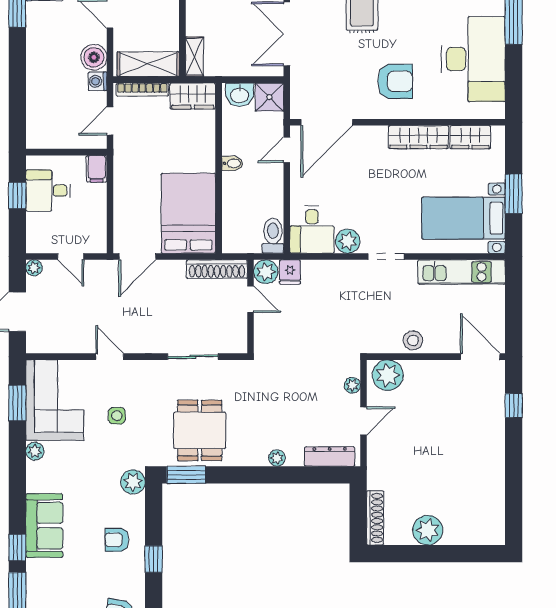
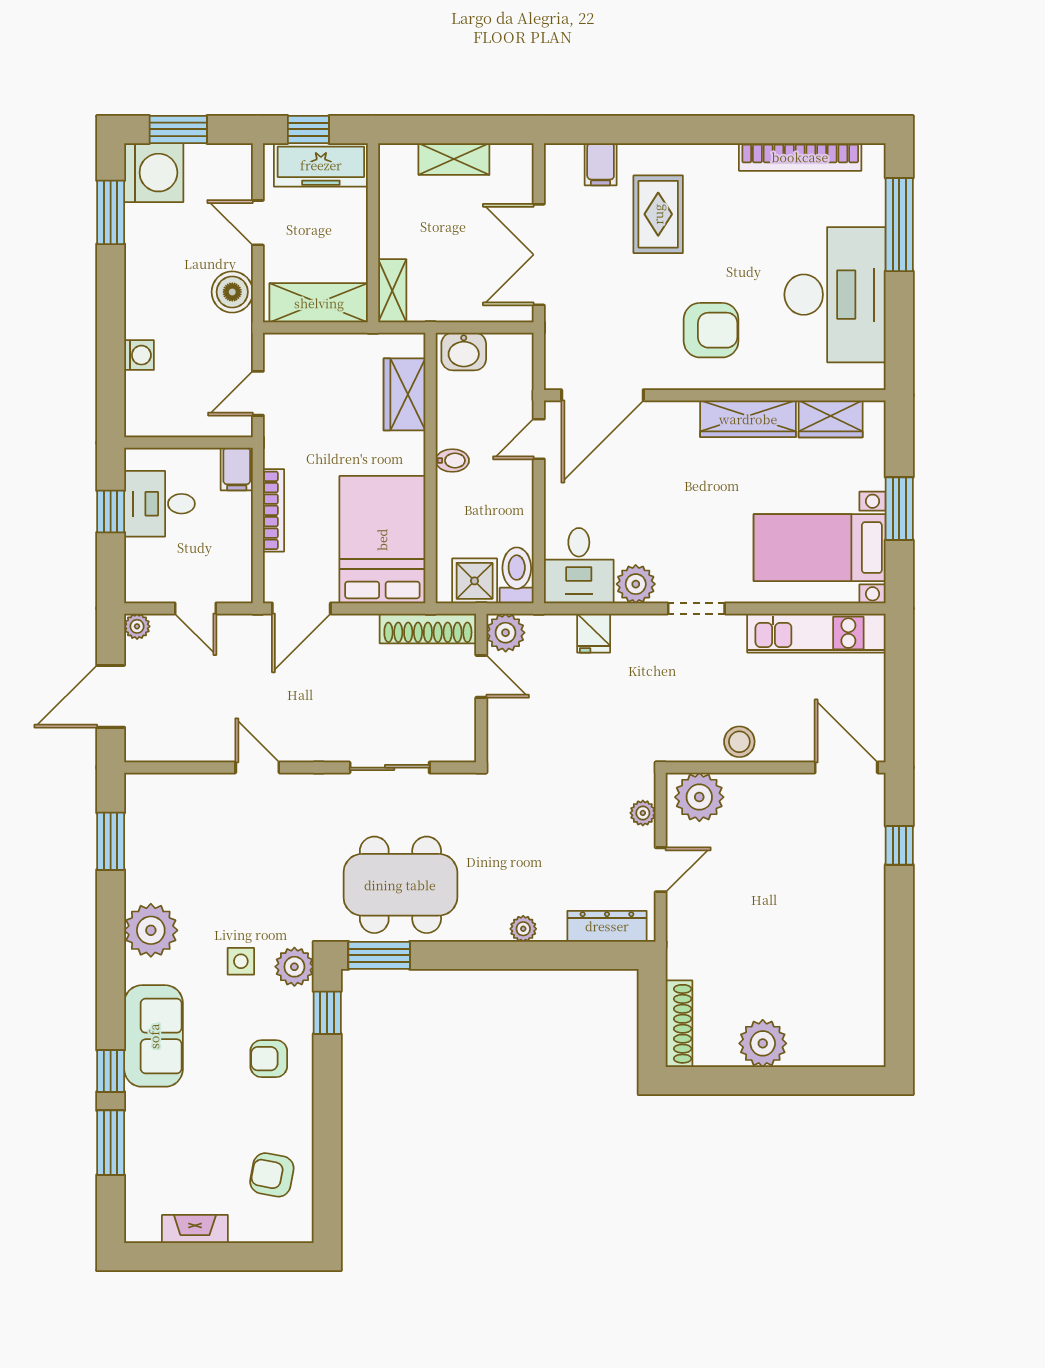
washing machine: (97, 81) -> (139, 355), moved, turned 180
bookcase: (142, 90) -> (274, 510), moved, turned -90
wardrobe: (193, 96) -> (405, 394), moved, turned 90
shower: (269, 97) -> (475, 581), moved
fridge: (290, 272) -> (594, 633), moved
corner sofa: (55, 400) -> (170, 837), removed
side table: (117, 416) -> (241, 961), moved
dining table: (200, 430) -> (400, 885), width x1.38
plant: (35, 451) -> (151, 930), width x1.88, depth x1.88
window: (154, 559) -> (327, 1013), moved

